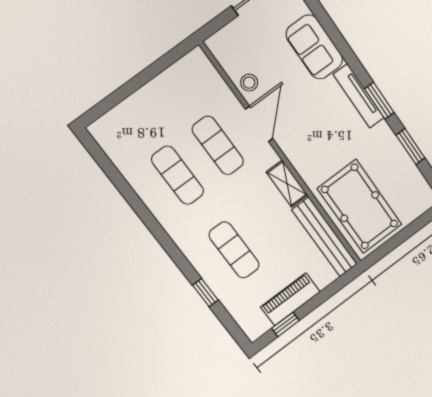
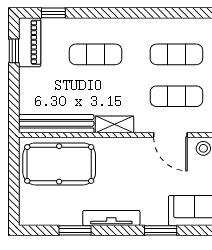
tv unit: (359, 96) -> (111, 218), moved
window: (379, 101) -> (161, 230), moved
window: (205, 293) -> (53, 13), moved
piano: (290, 299) -> (30, 42), moved

